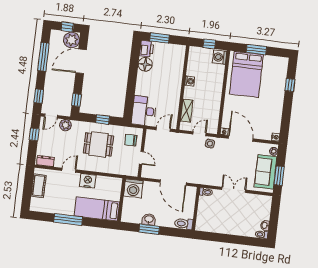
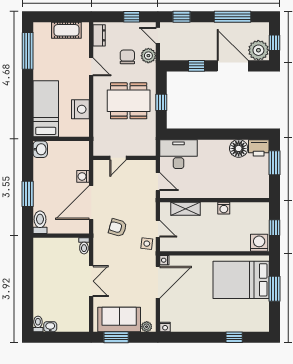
window: (77, 100) -> (197, 66), moved
chair: (131, 140) -> (127, 57), moved
dining table: (98, 144) -> (129, 101), width x1.37
armchair: (195, 165) -> (118, 228), added
nightstand: (88, 181) -> (80, 109), moved
washing machine: (133, 188) -> (83, 176), moved, width x0.53, depth x0.53
washbasin: (149, 219) -> (40, 149), moved
window: (68, 220) -> (28, 51), moved
window: (149, 229) -> (28, 194), moved

